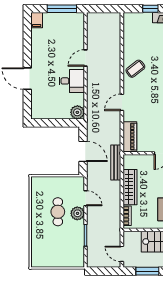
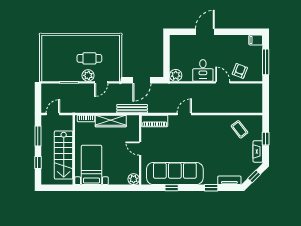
armchair: (72, 38) -> (240, 71), added
coffee table: (135, 69) -> (239, 129), moved
door: (122, 102) -> (184, 114), hinge flipped

